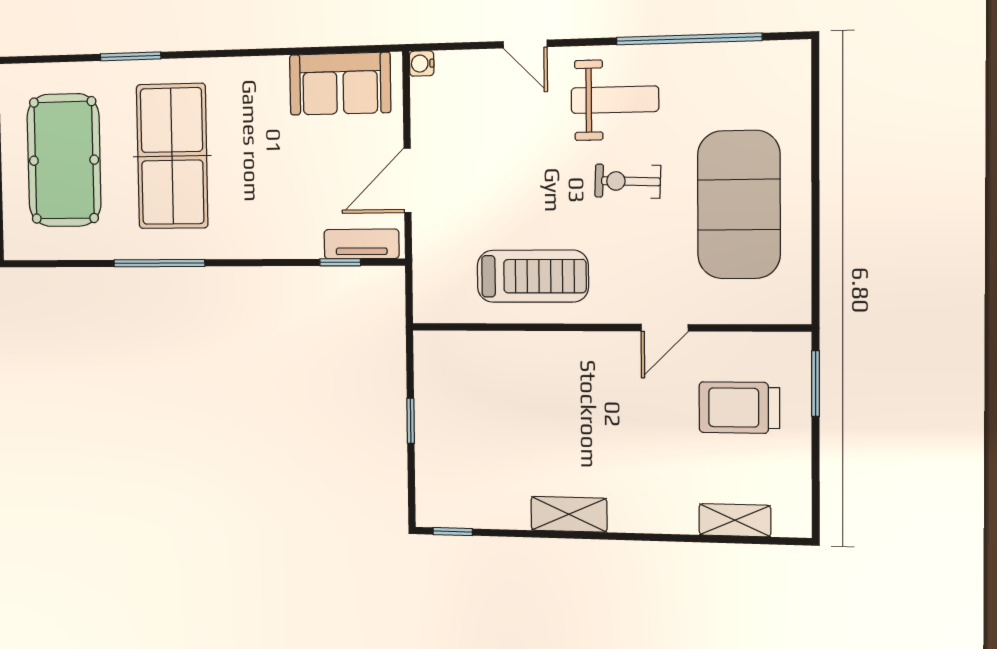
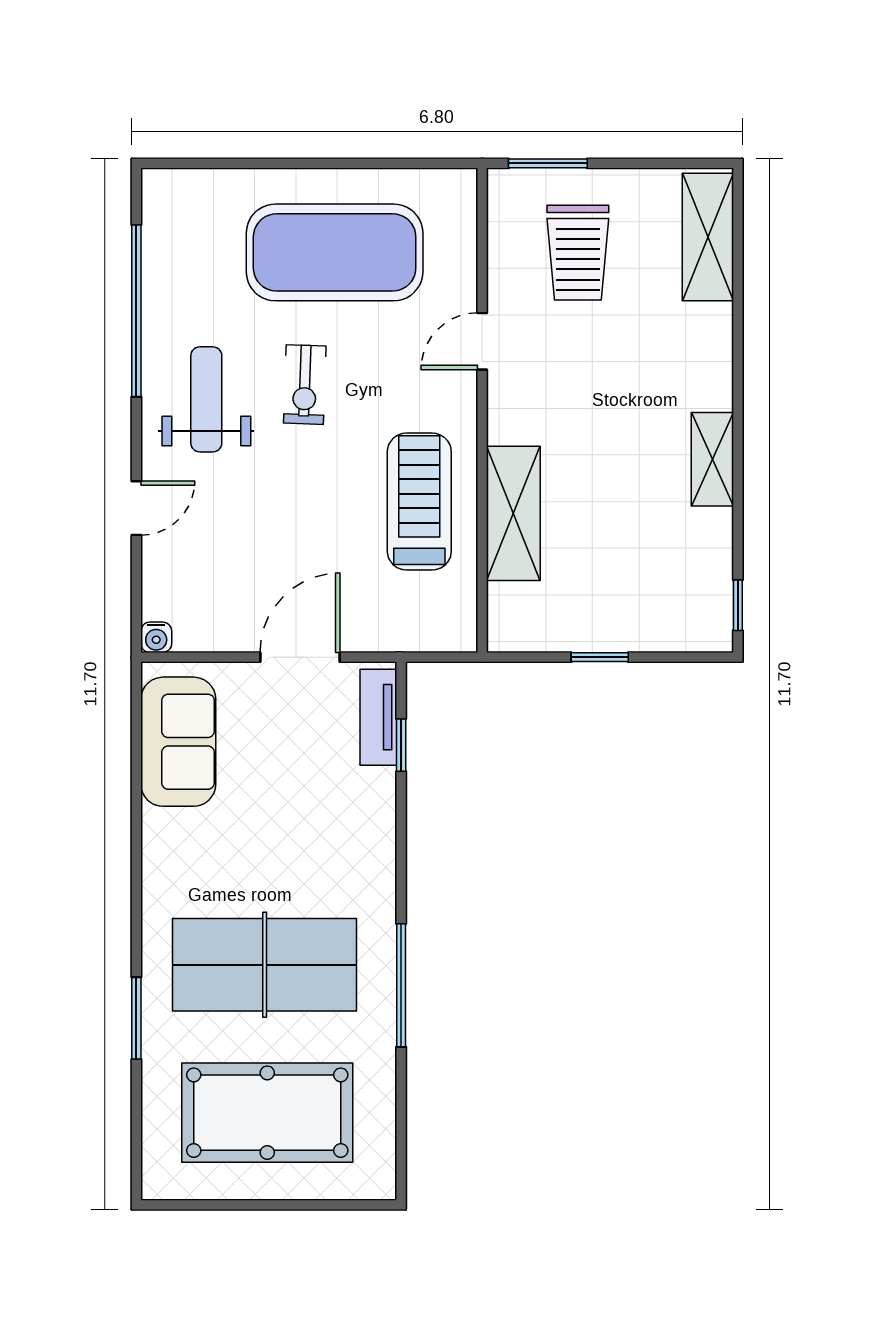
door: (408, 180) -> (300, 657), swing flipped
door: (665, 328) -> (482, 341), swing flipped
shelving: (524, 353) -> (513, 513), added
shelving: (735, 520) -> (708, 237), width x1.50, depth x1.33

